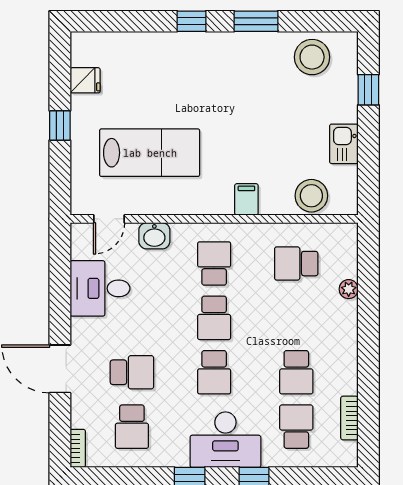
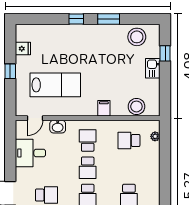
kitchen sink: (344, 144) -> (153, 68), moved
plant: (349, 289) -> (155, 136), moved

